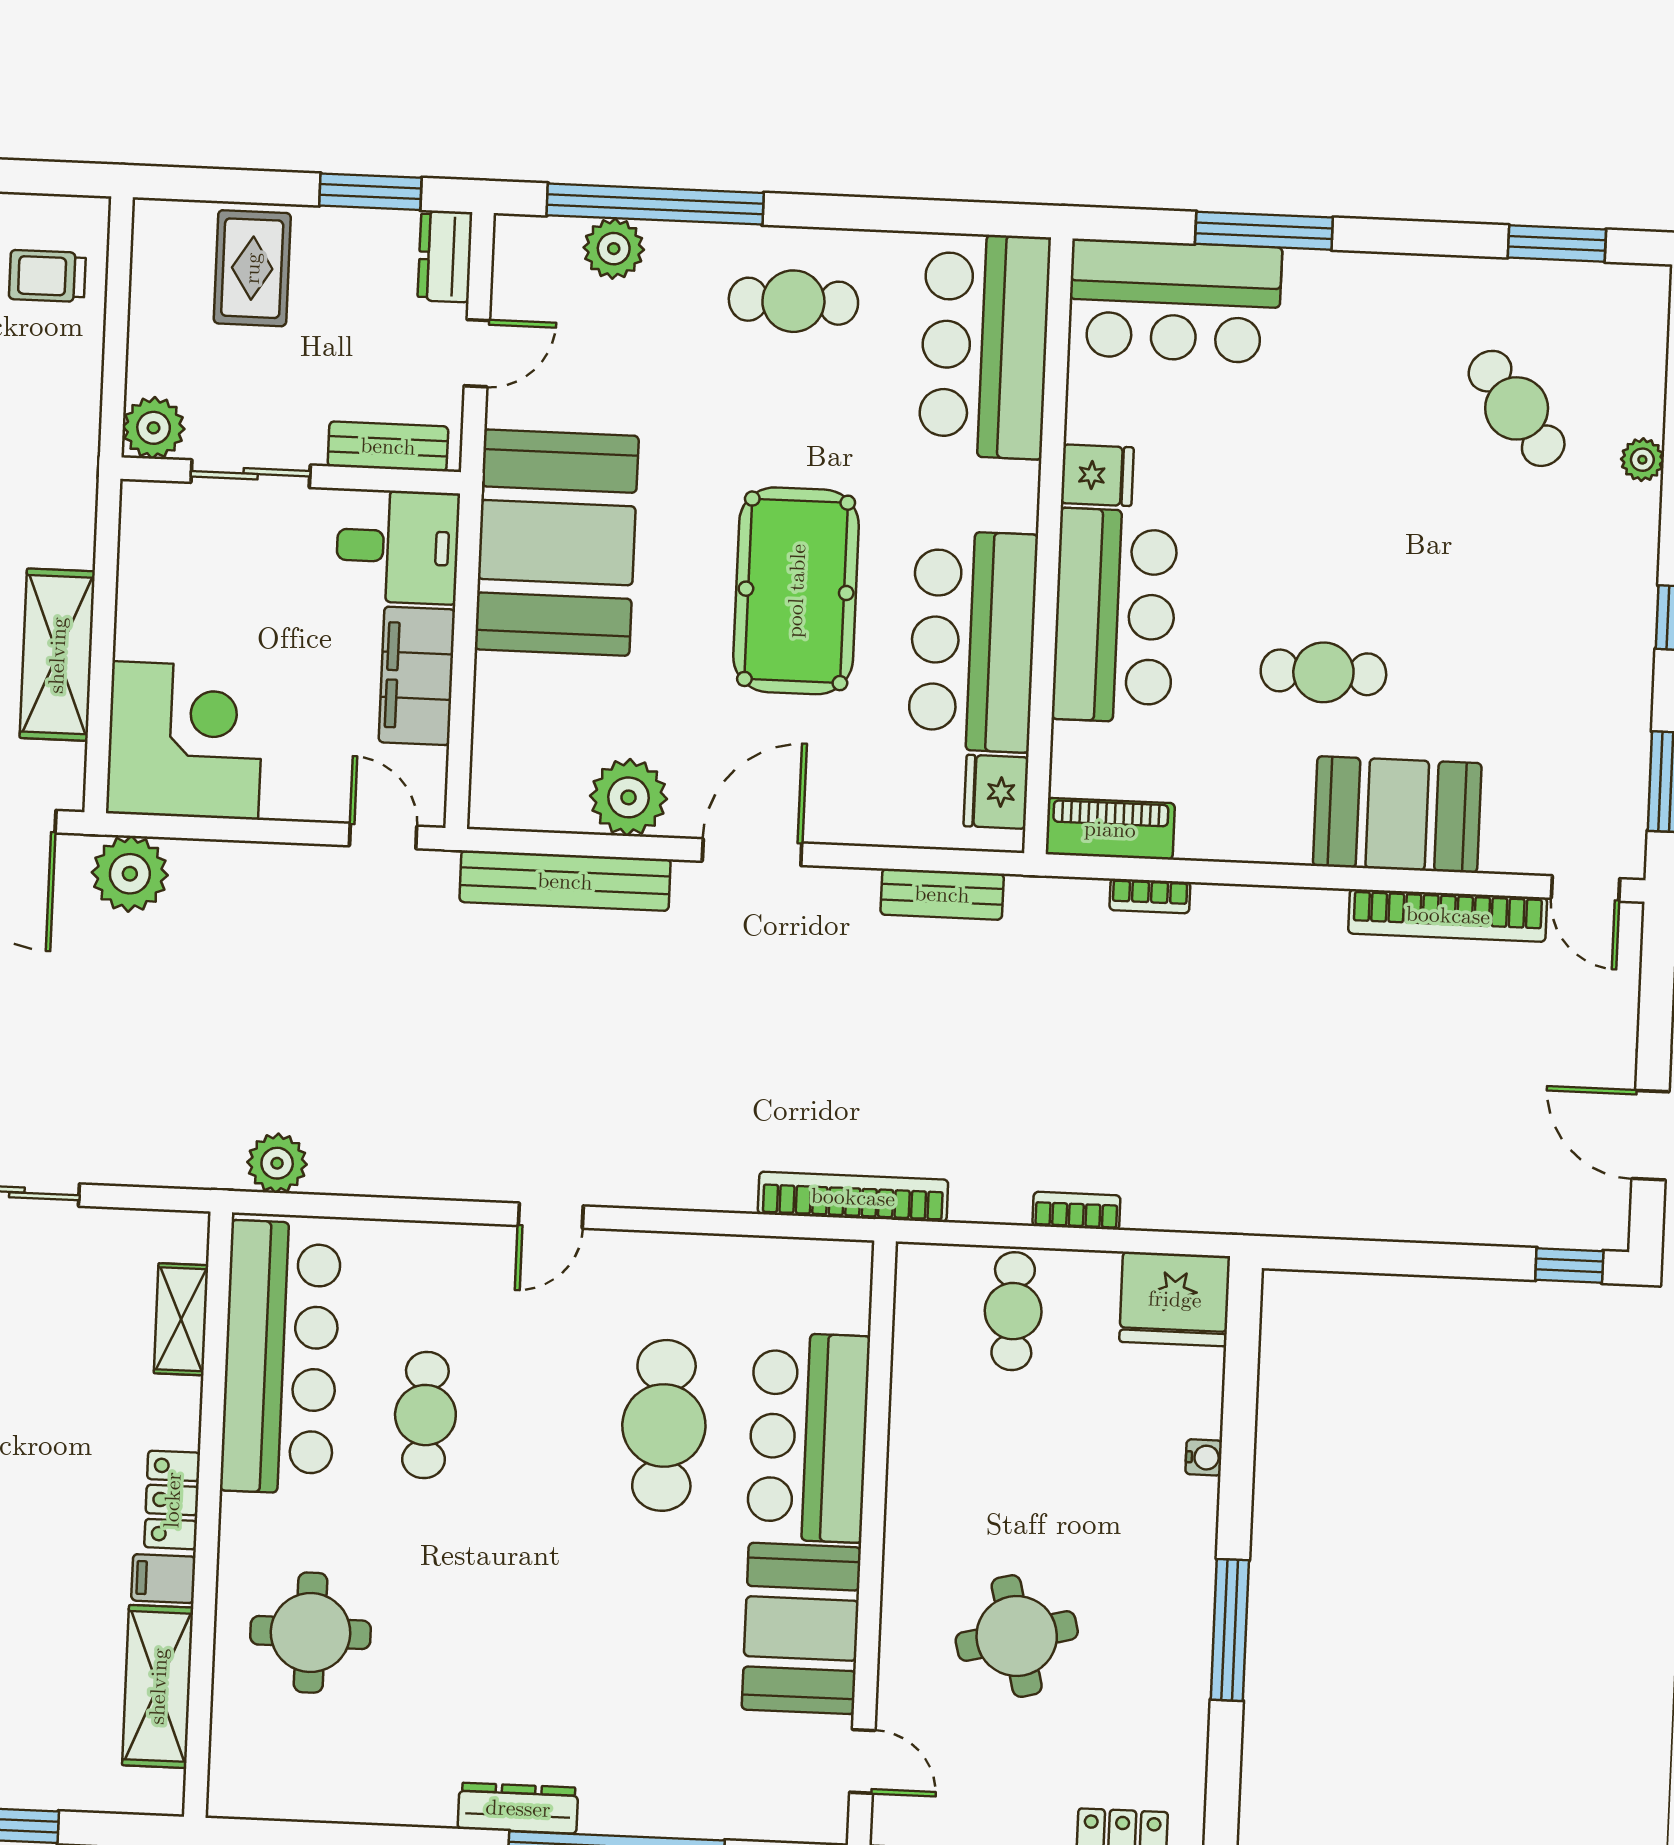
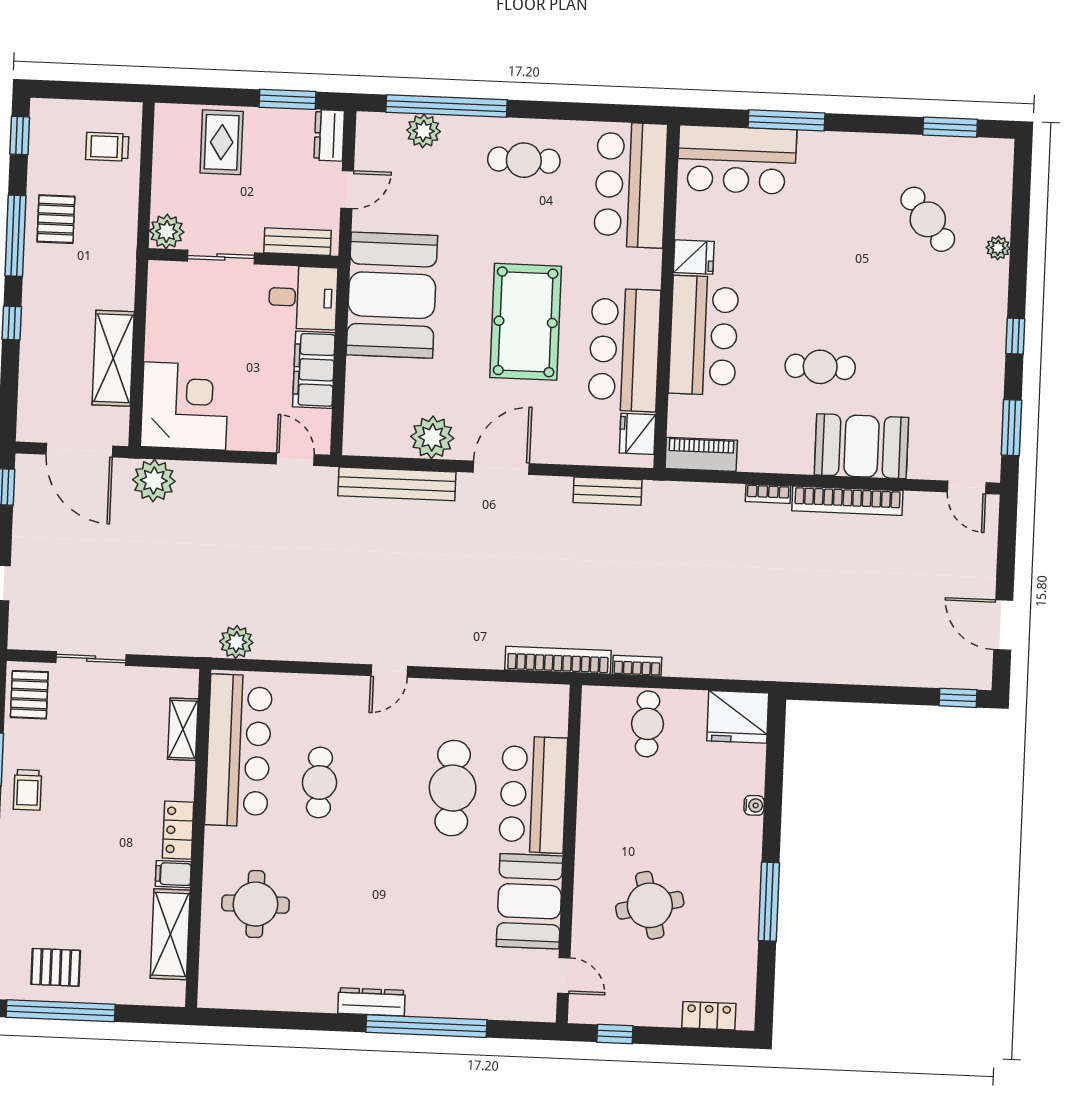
bookcase: (1150, 896) -> (768, 494), moved
bookcase: (1448, 915) -> (847, 501), moved
bookcase: (1076, 1211) -> (637, 666), moved

